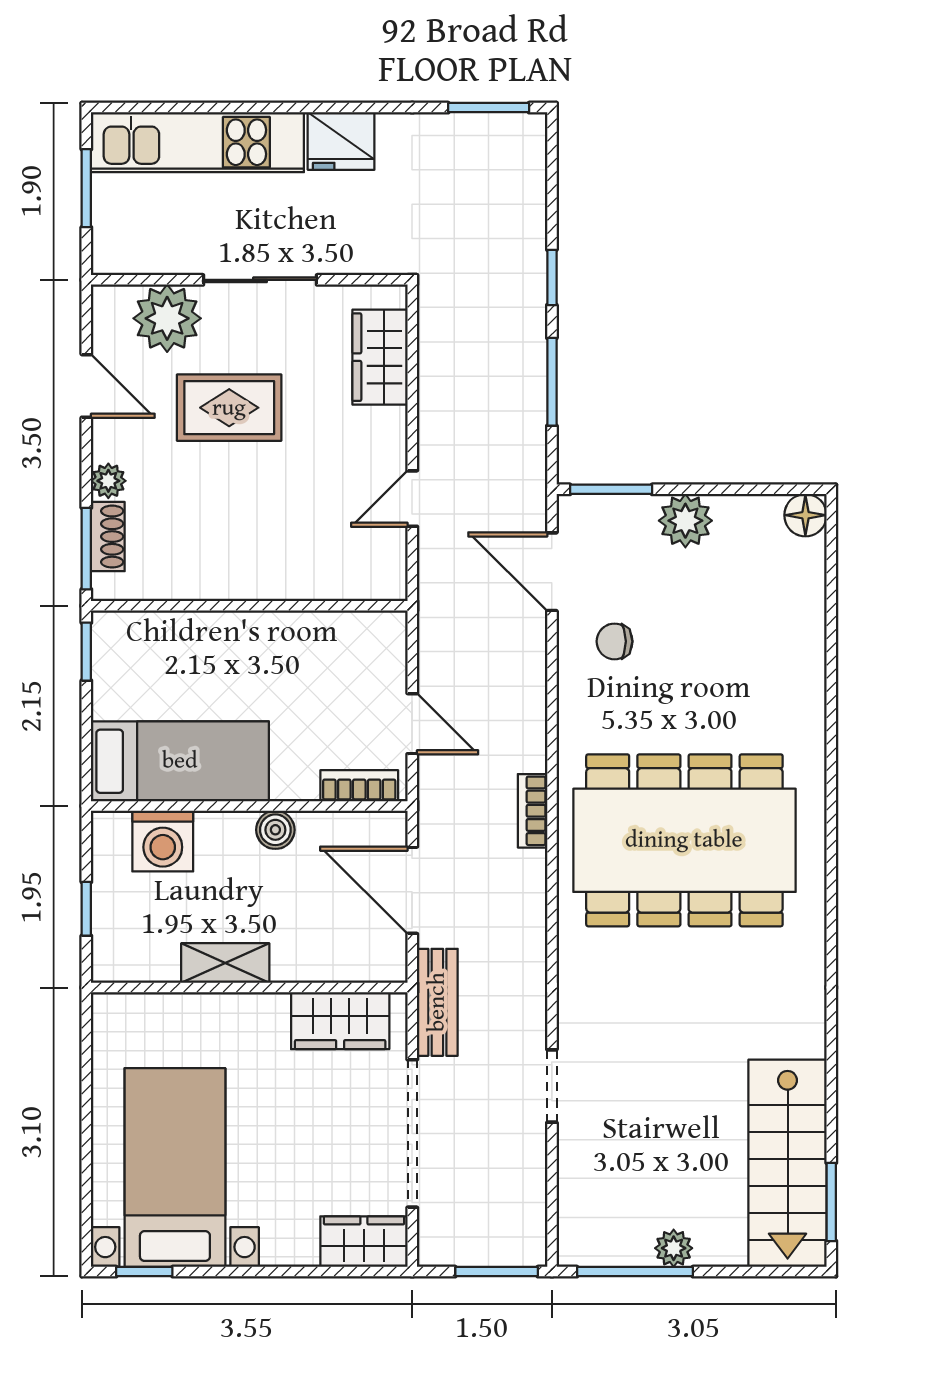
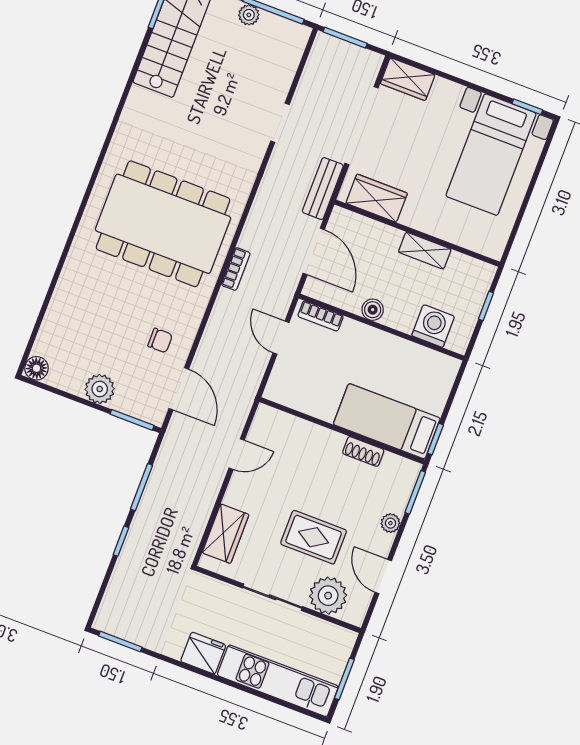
shoe rack: (108, 537) -> (363, 451), moved, turned -90
bed: (180, 761) -> (387, 421), moved

